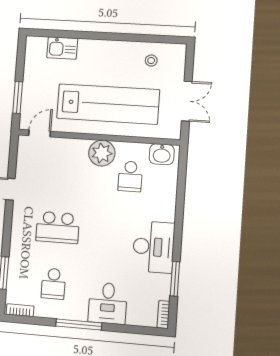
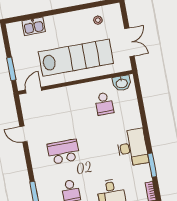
plant: (102, 153) -> (81, 93), removed
school desk: (58, 227) -> (63, 152), turned 180

